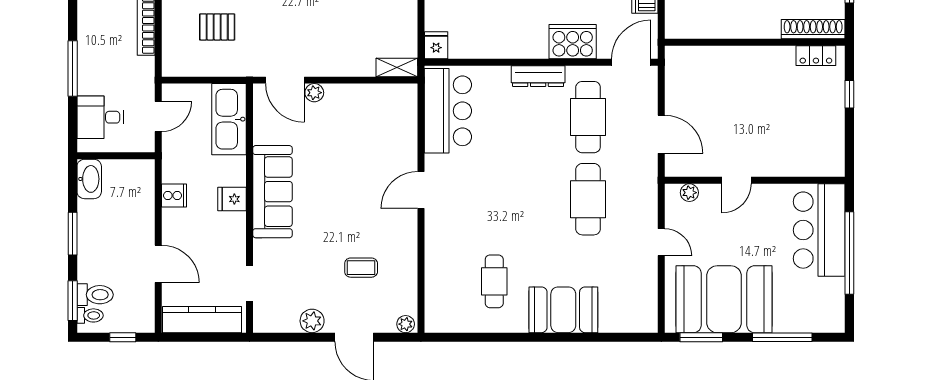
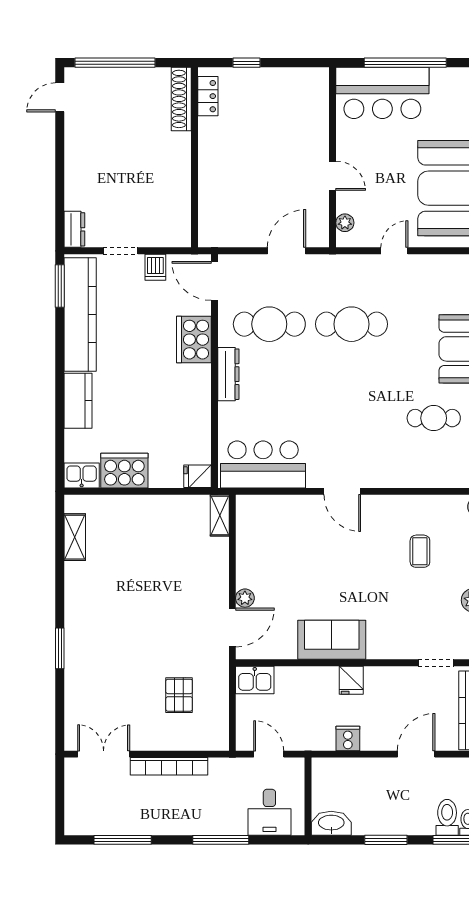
kitchen sink: (229, 119) -> (255, 680), width x0.53, depth x0.81
sofa: (273, 192) -> (332, 640), width x0.73

